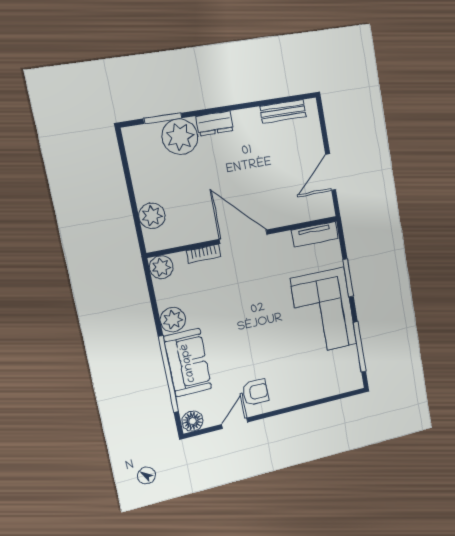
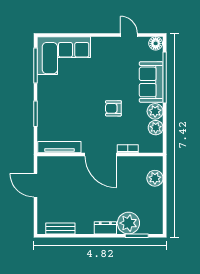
door: (331, 172) -> (35, 185), swing flipped
tv unit: (315, 234) -> (59, 147), width x1.41
plant: (161, 267) -> (156, 128), moved
corner sofa: (324, 311) -> (64, 56), moved, turned 90
armchair: (255, 392) -> (113, 108), moved
door: (235, 423) -> (129, 35), swing flipped

